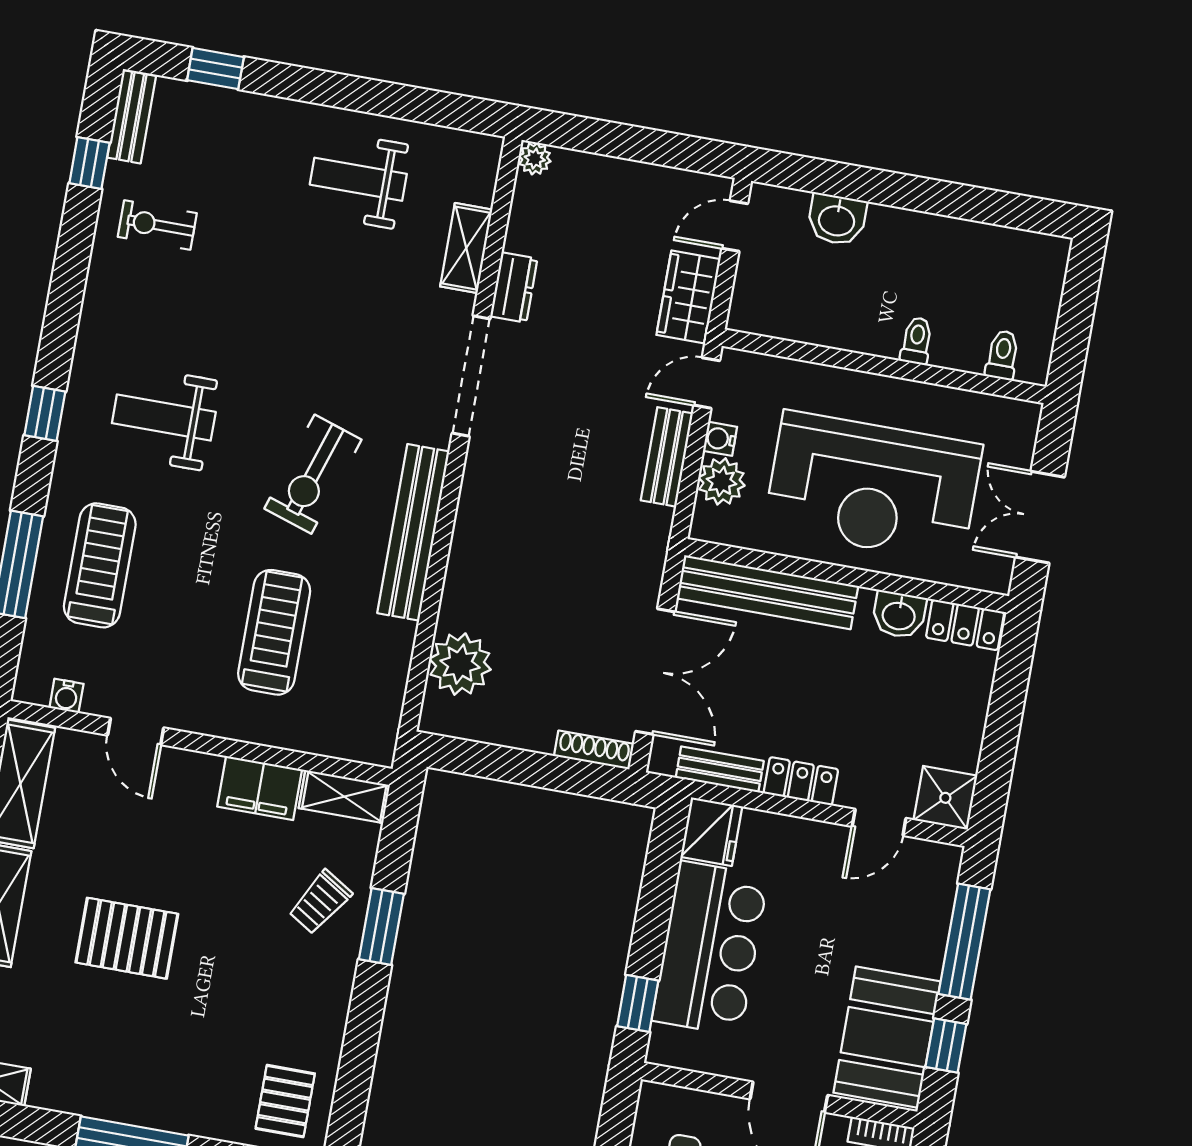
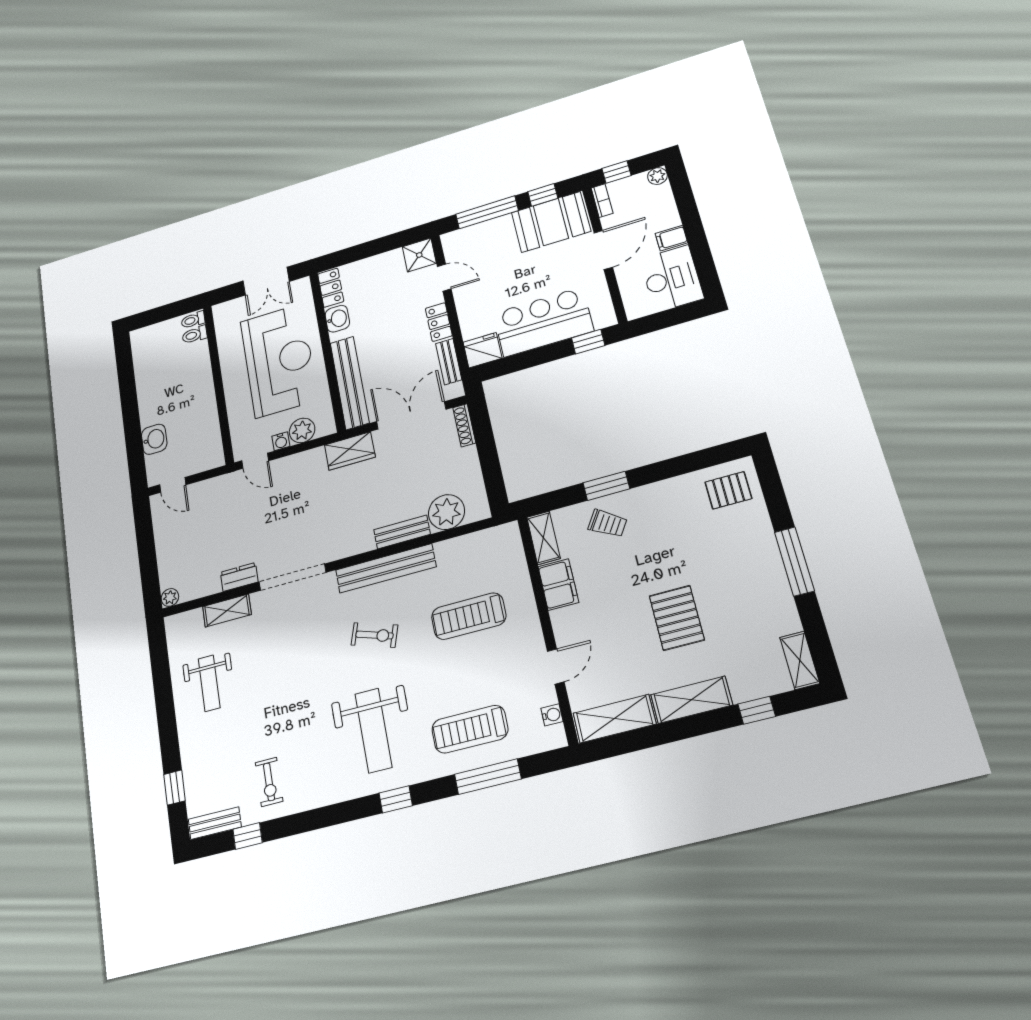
wardrobe: (688, 297) -> (350, 451), moved
toilet: (917, 341) -> (193, 320), moved
weight bench: (164, 418) -> (373, 730), width x1.36, depth x1.33
bench: (667, 457) -> (402, 532), moved
exercise bike: (313, 474) -> (374, 635), width x0.73, depth x0.72

